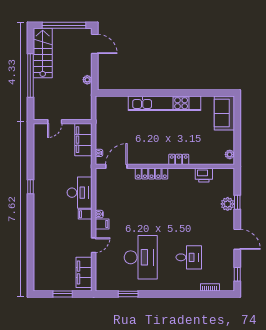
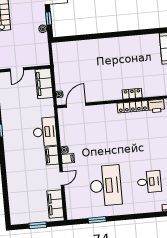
window: (95, 69) -> (49, 19), added
kitchen unit: (164, 103) -> (115, 44), removed
locker: (152, 174) -> (133, 107), moved
filing cabinet: (85, 214) -> (52, 156), width x2.00

